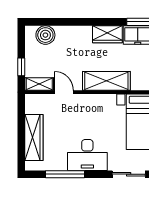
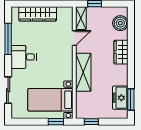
wardrobe: (107, 34) -> (121, 52), moved
desk: (87, 155) -> (24, 57), width x0.73

